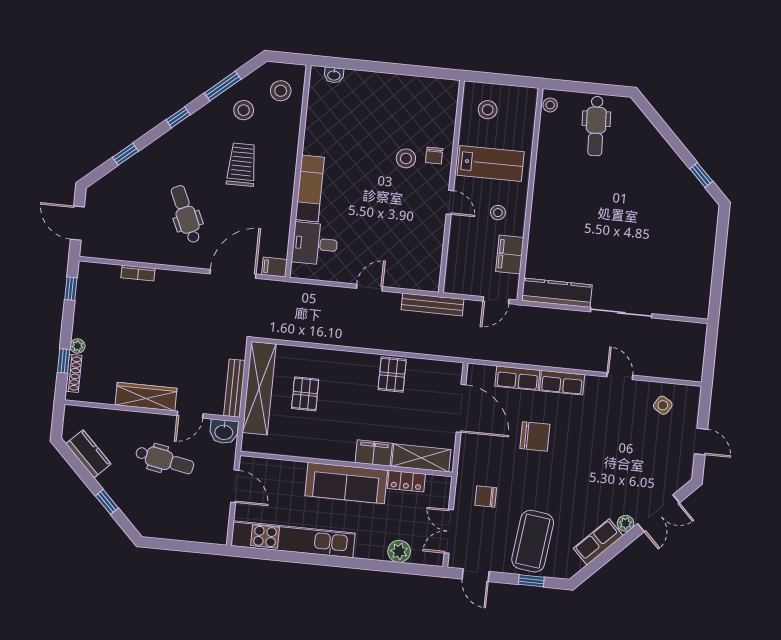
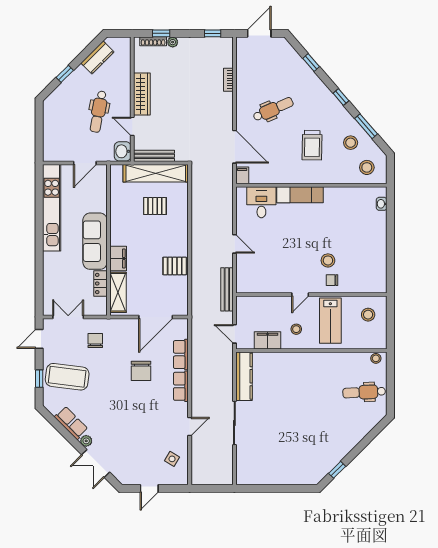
trolley: (242, 165) -> (312, 145), turned 91
plant: (399, 551) -> (51, 283), removed

